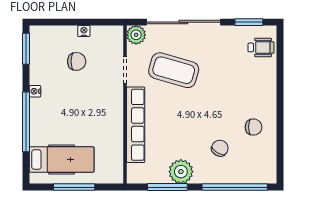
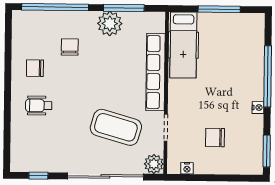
window: (249, 22) -> (38, 176), width x0.67
nightstand: (84, 31) -> (187, 168), moved
wheelchair: (261, 47) -> (39, 105), moved
chair: (220, 148) -> (70, 47), turned 150
hospital bed: (62, 159) -> (183, 45), moved, turned -90

